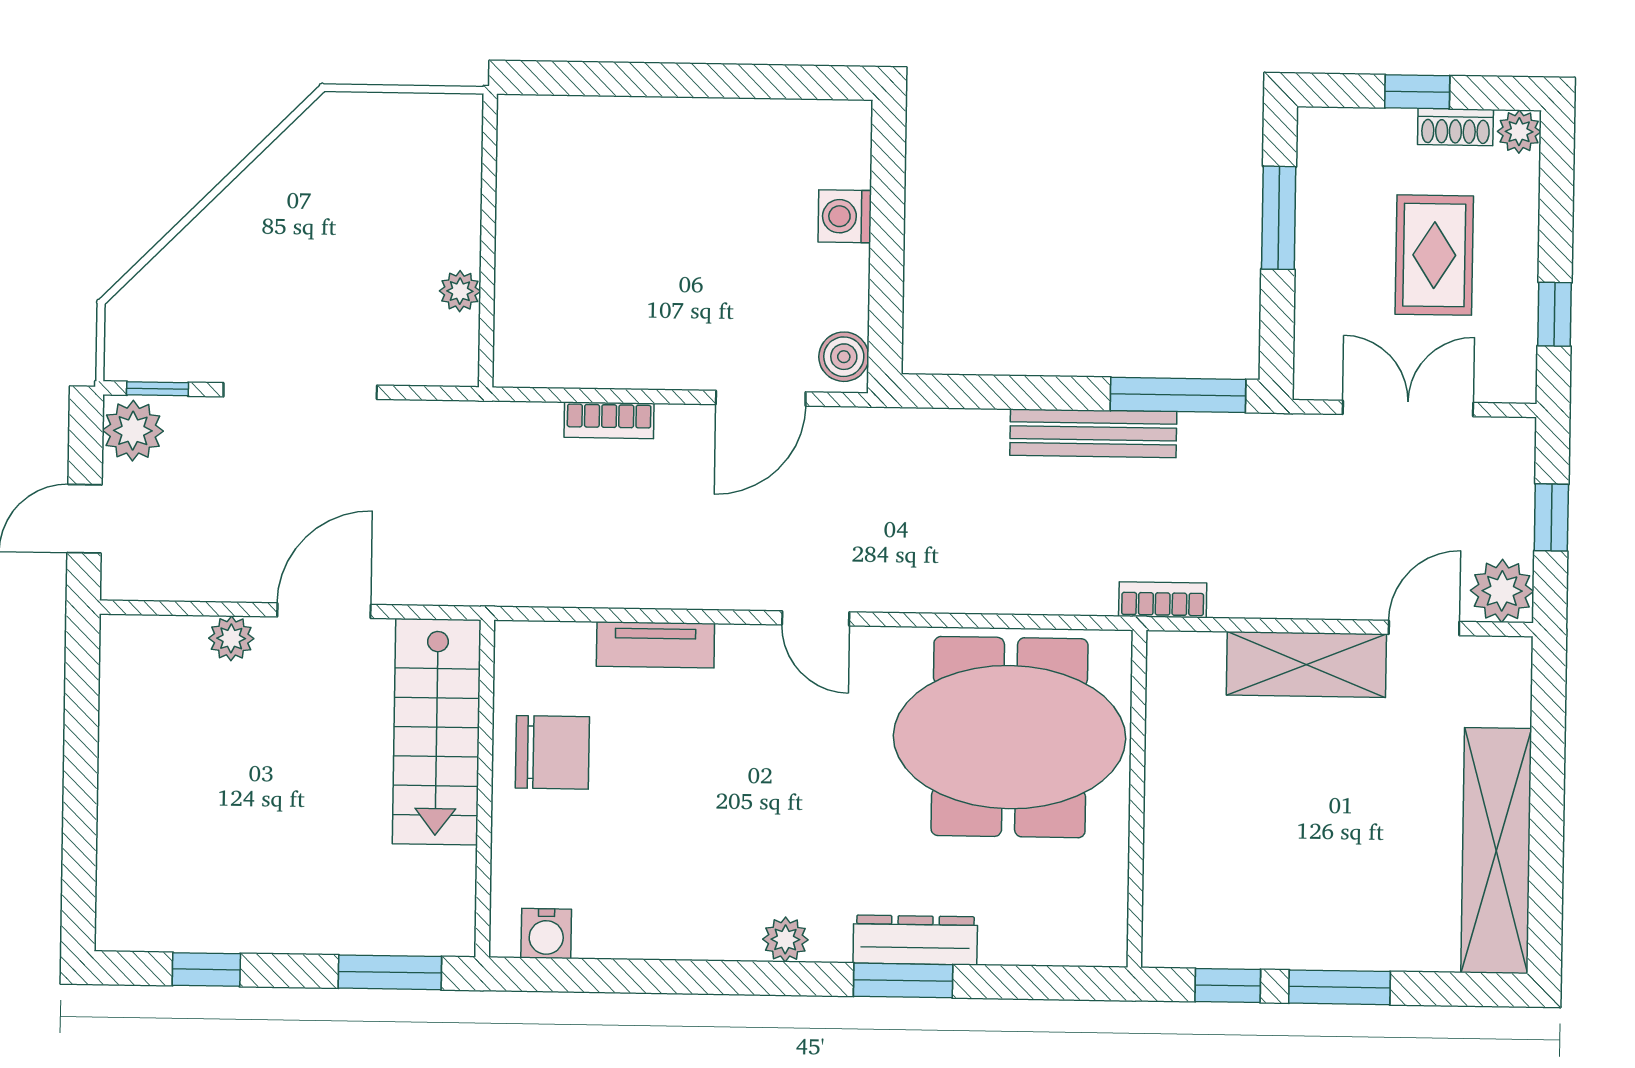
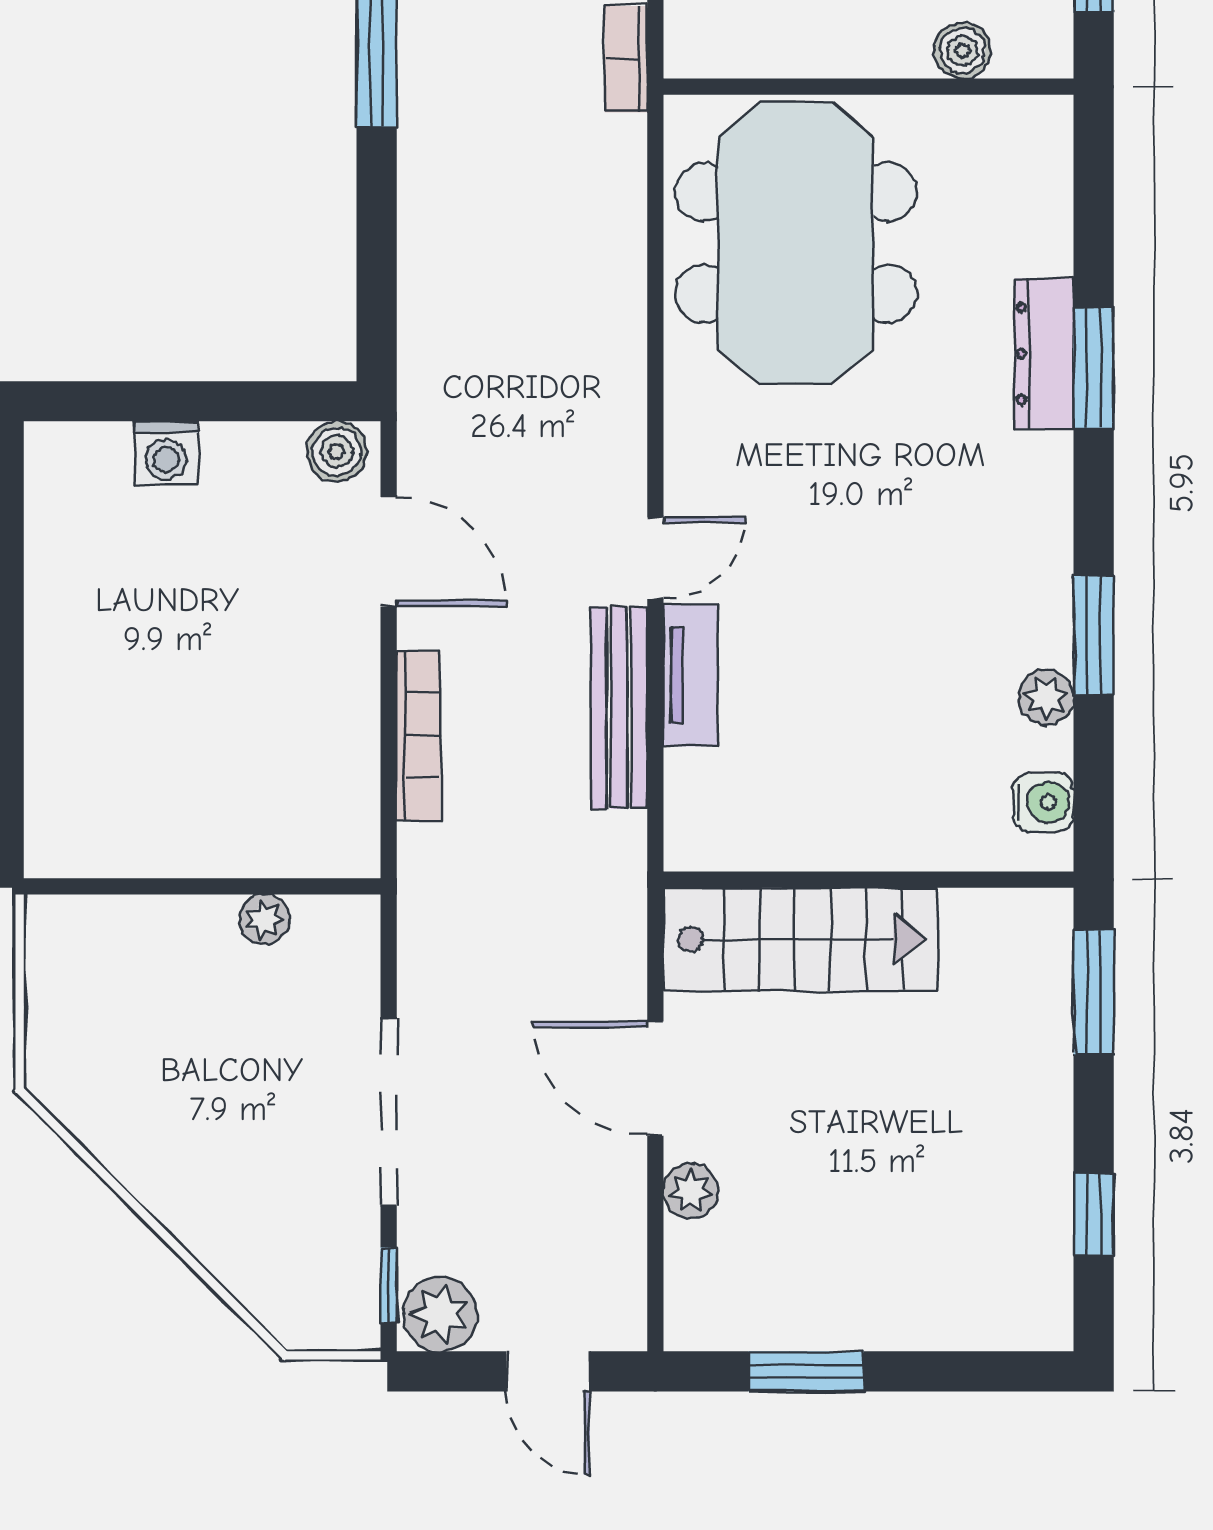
bookcase: (609, 420) -> (418, 736), width x1.56
bench: (1093, 433) -> (619, 708), moved
door: (816, 618) -> (655, 558), moved
window: (81, 731) -> (806, 1371), added
chair: (552, 752) -> (823, 798), removed
boiler: (1165, 877) -> (962, 51), added
plant: (785, 939) -> (1046, 697), moved
window: (683, 977) -> (1094, 635), added

